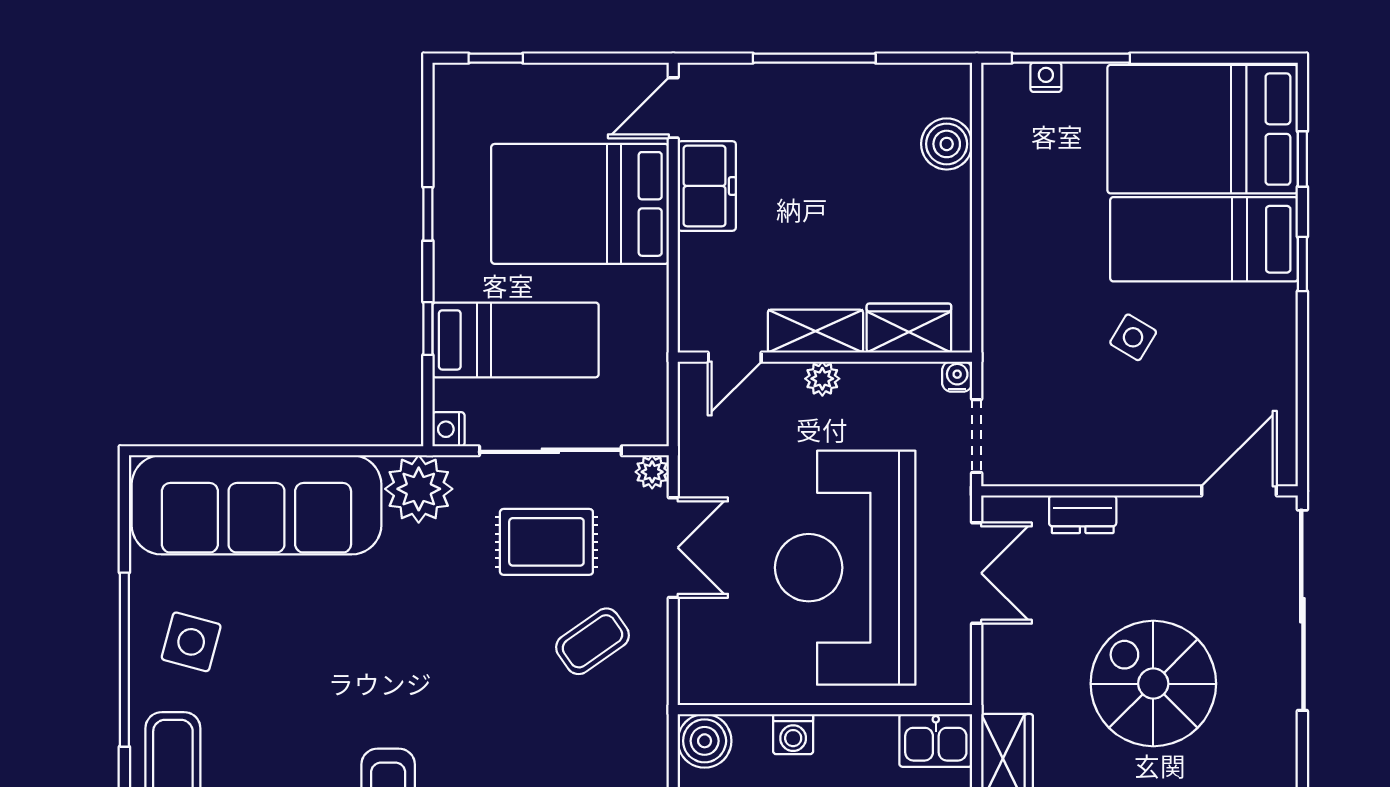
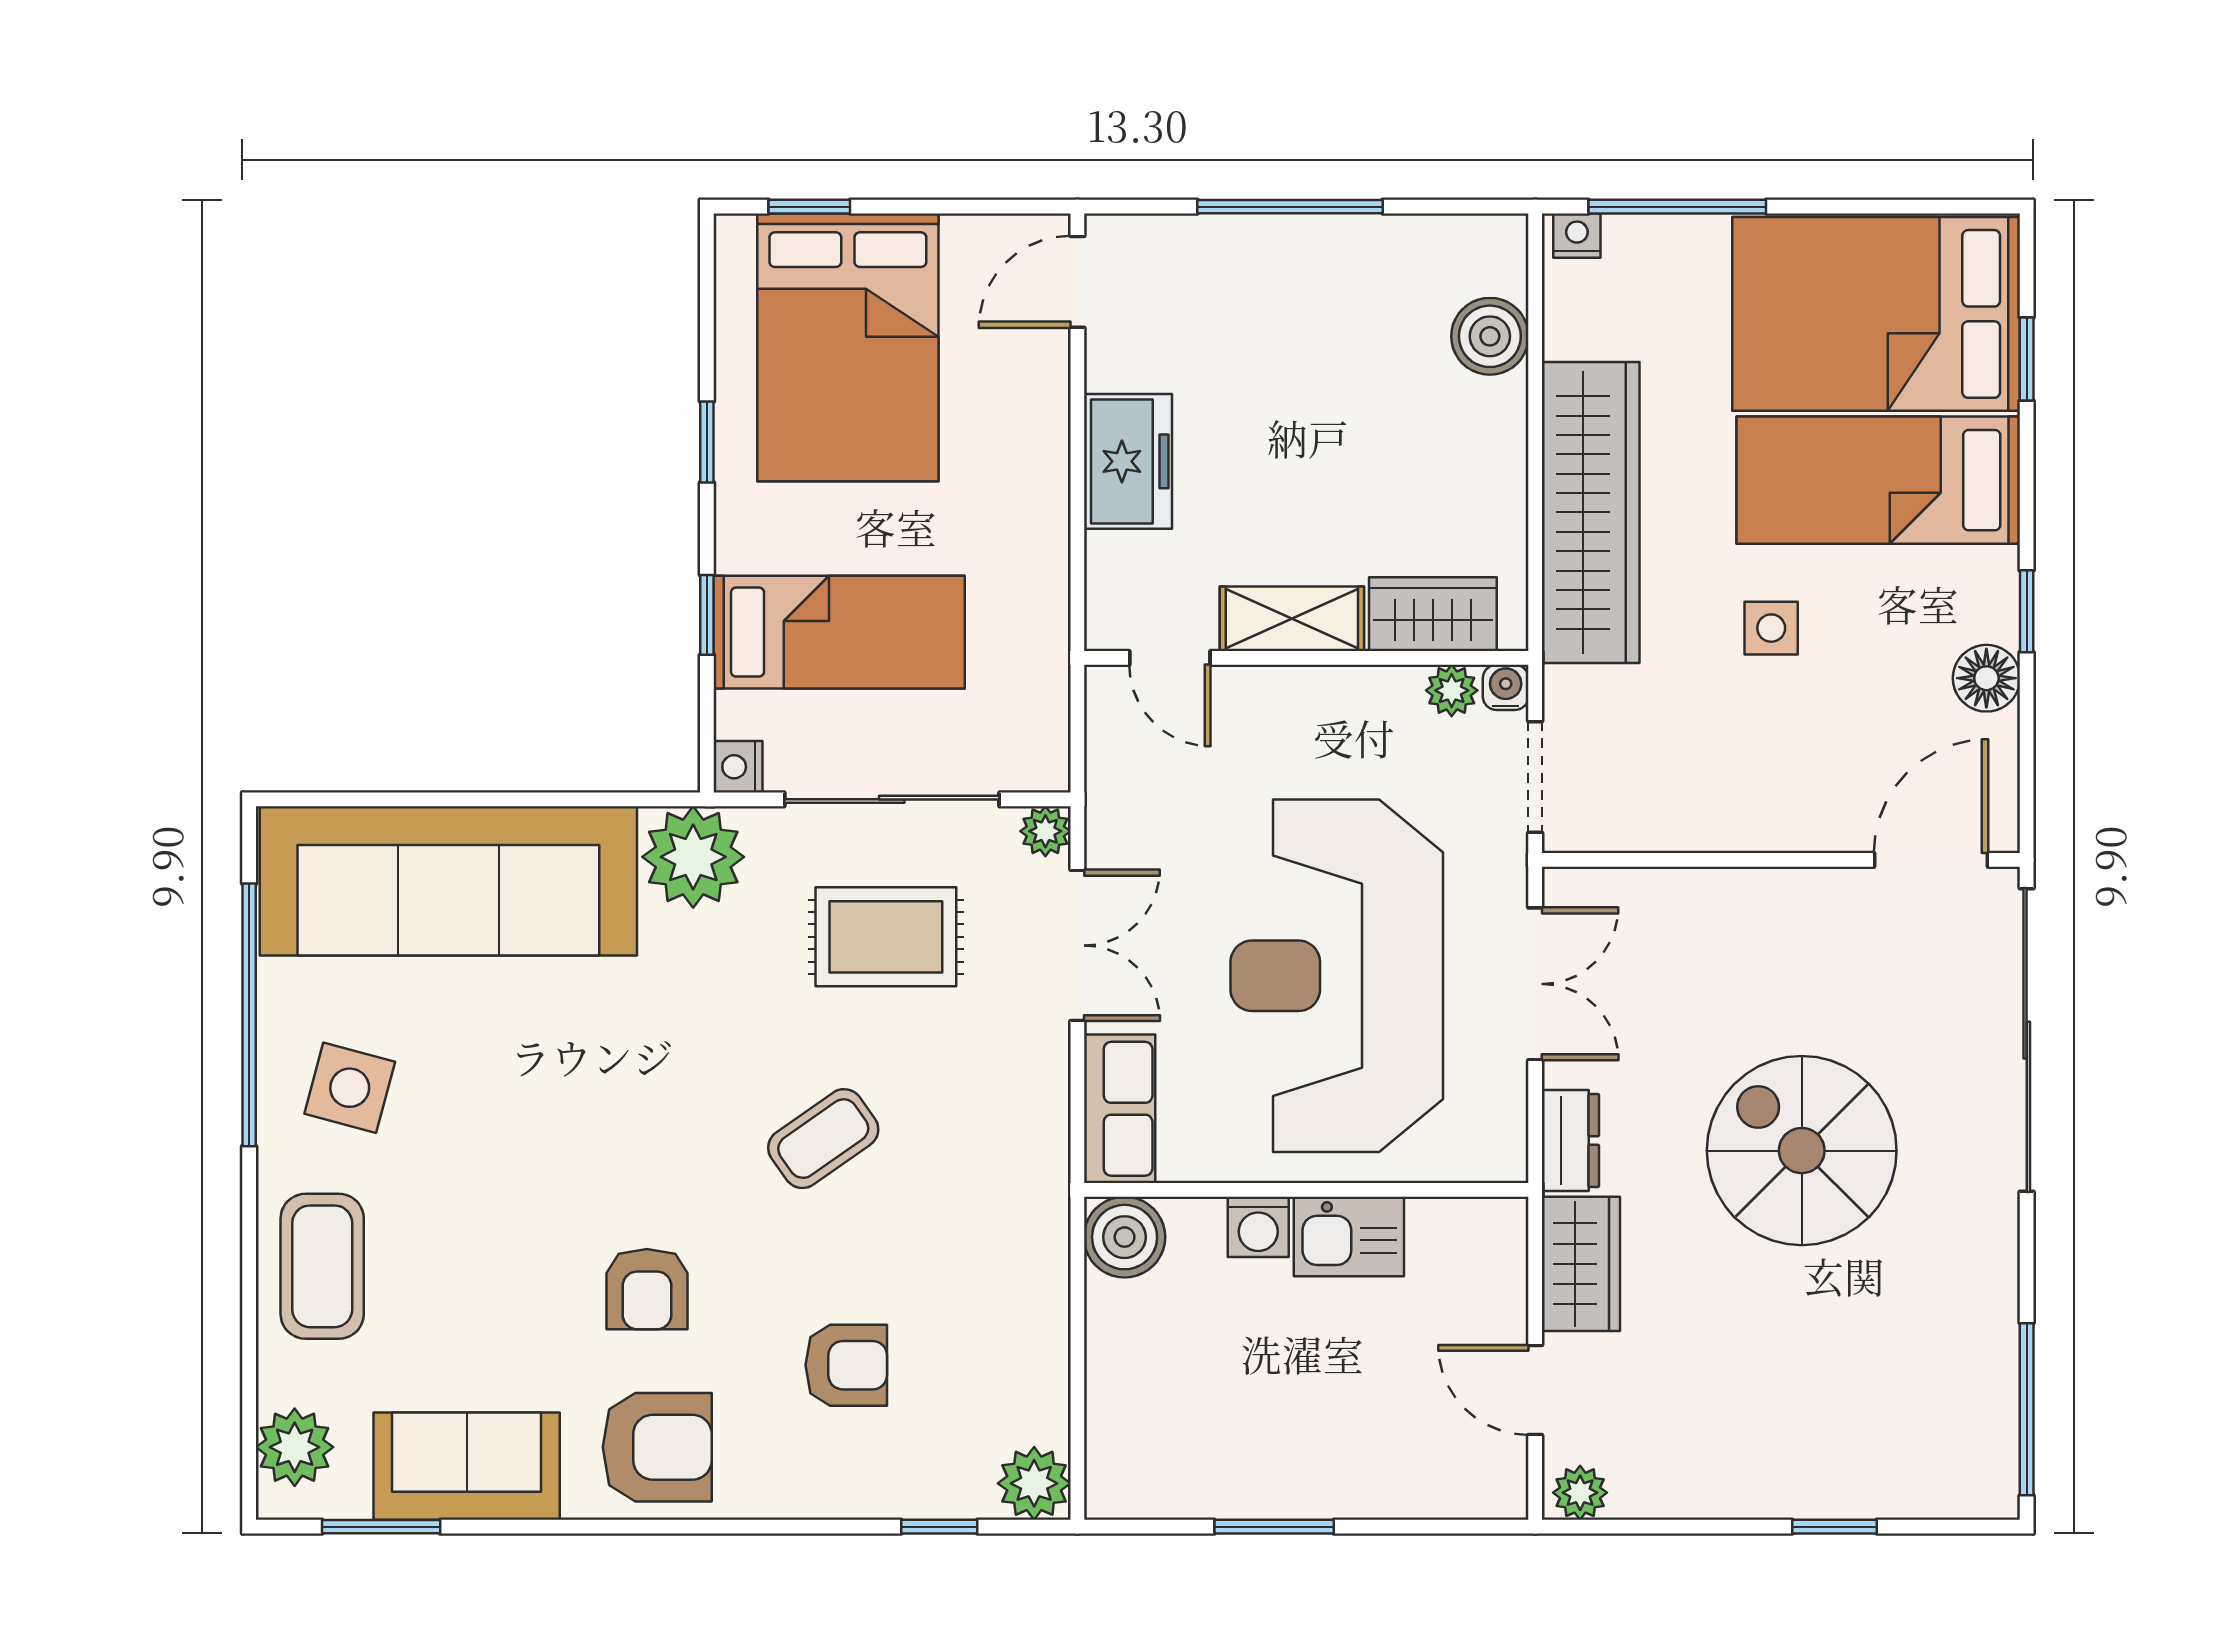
nightstand: (1046, 77) -> (1577, 236), moved
freezer: (707, 186) -> (1128, 461), moved
bed: (580, 204) -> (848, 347), moved, turned -90
wardrobe: (1013, 261) -> (1591, 512), added
window: (1302, 264) -> (2027, 611), moved
side table: (1133, 337) -> (1771, 628), turned -31
door: (735, 357) -> (1170, 658), hinge flipped
floor lamp: (1276, 371) -> (1986, 678), added
plant: (822, 379) -> (1452, 690), moved
dresser: (1083, 514) -> (1570, 1140), moved, turned -90
coffee table: (592, 641) -> (823, 1139), moved
row of seats: (701, 656) -> (1120, 1109), added
window: (124, 660) -> (249, 1015), moved
kitchen sink: (936, 740) -> (1349, 1236), moved

